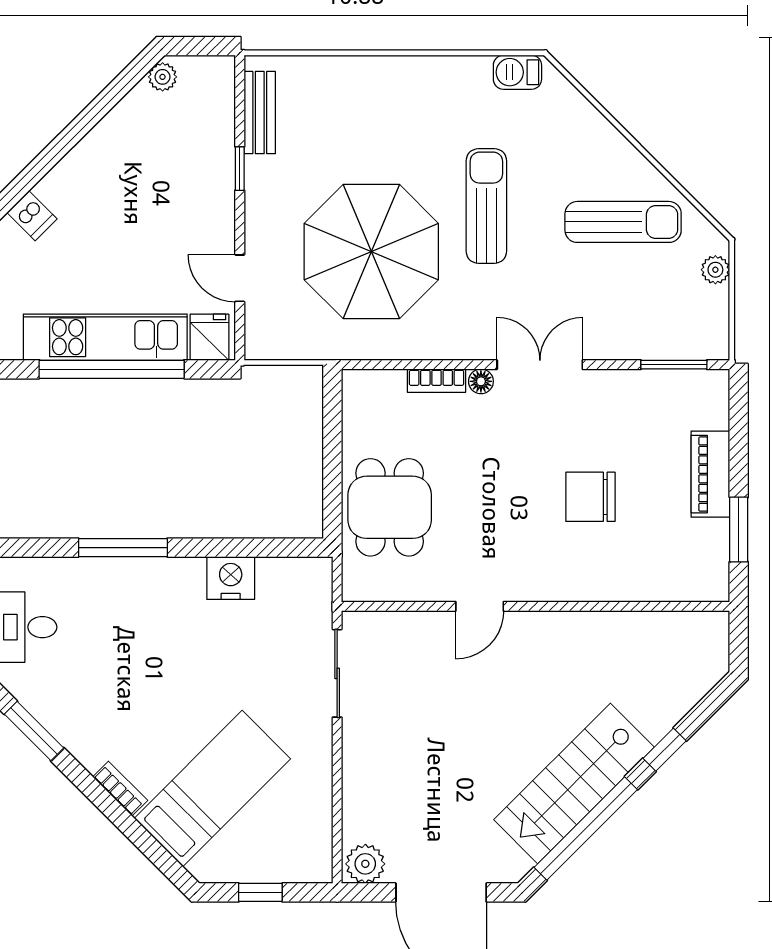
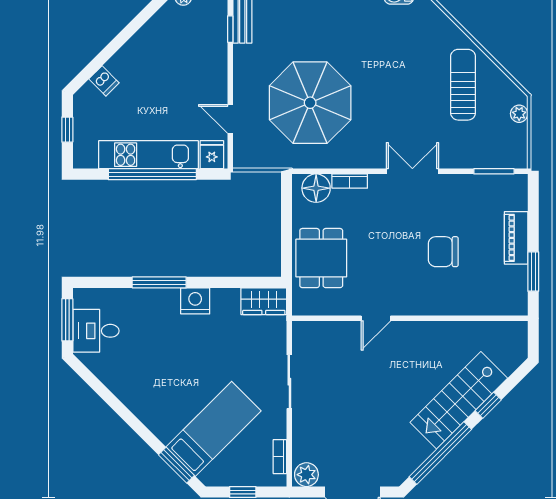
window: (240, 169) -> (230, 29), moved
sun lounger: (486, 206) -> (380, 75), removed
sun lounger: (623, 222) -> (463, 85), turned -90
floor lamp: (481, 381) -> (316, 188), moved, width x1.89, depth x1.89
nightstand: (231, 578) -> (195, 301), moved
wardrobe: (295, 578) -> (264, 301), added
sliding door: (337, 673) -> (289, 382), moved
window: (34, 731) -> (176, 465), moved
stairs: (574, 783) -> (459, 400), moved
bookcase: (120, 789) -> (280, 457), moved, turned -135

